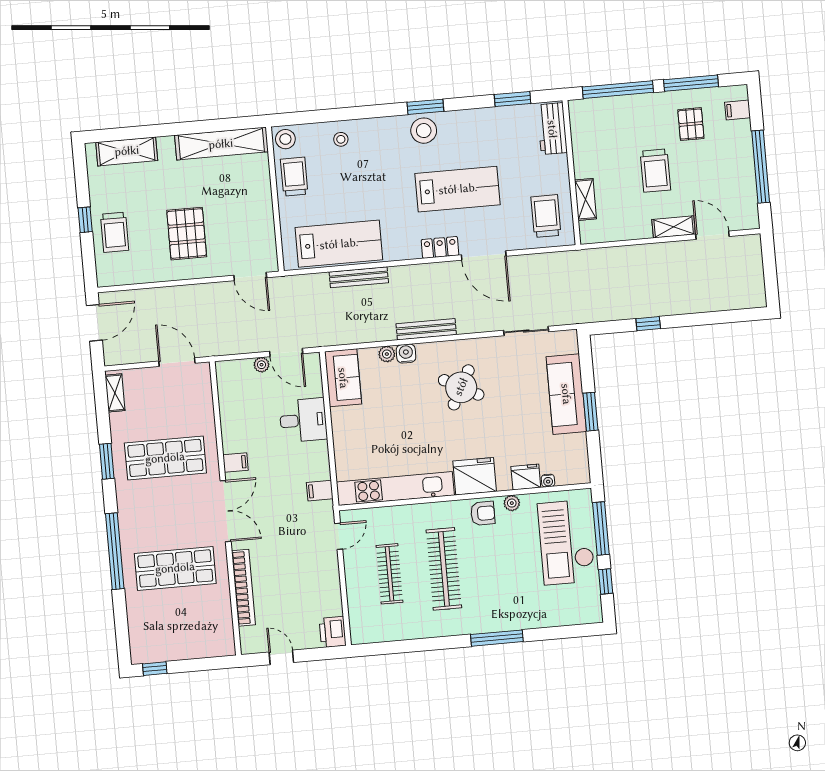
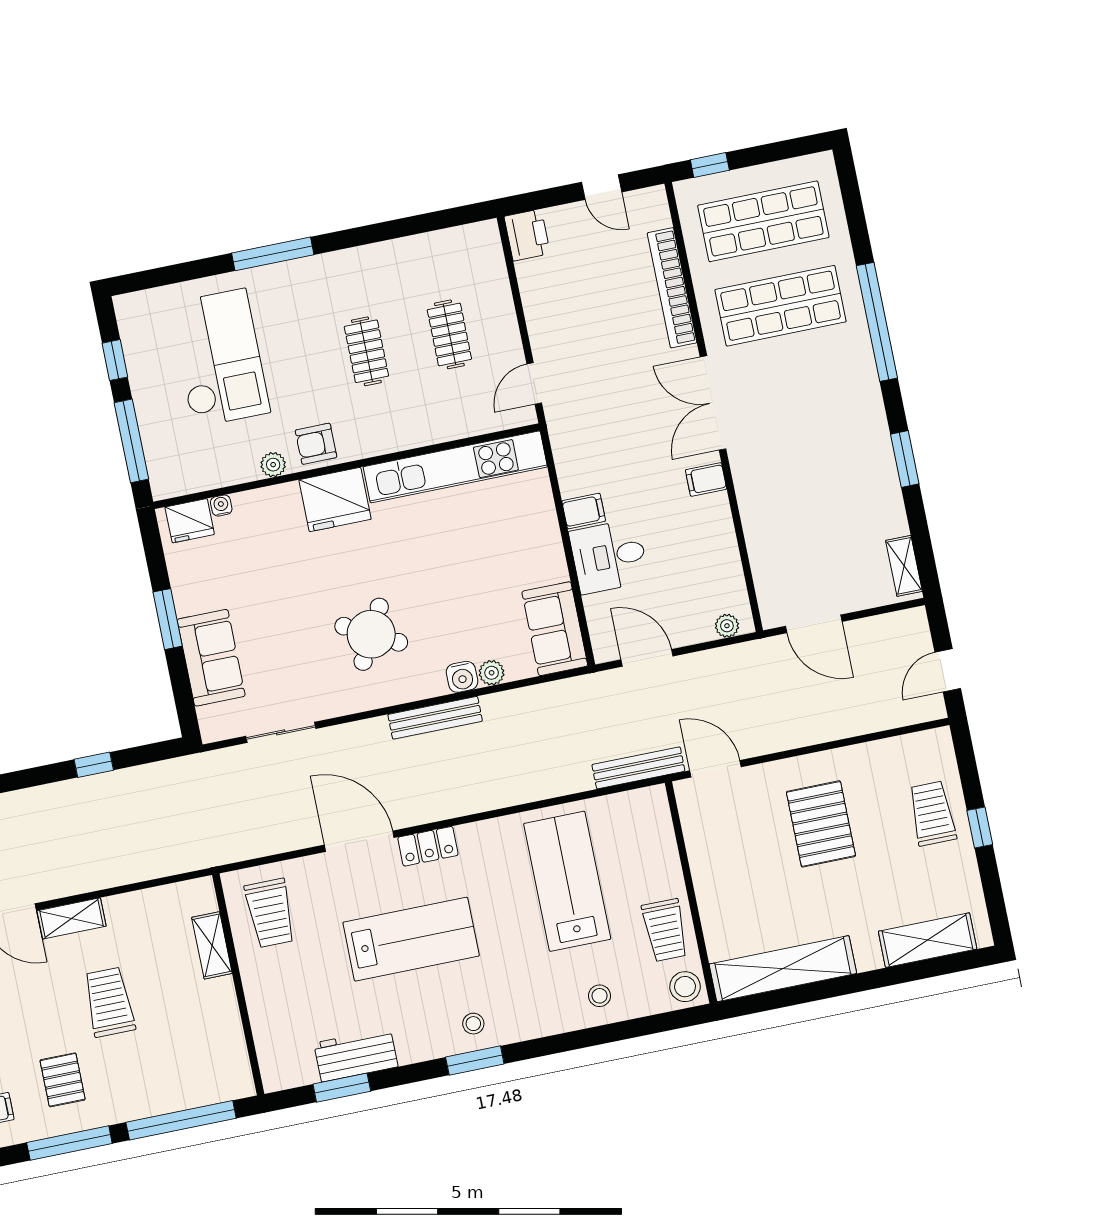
workbench: (552, 129) -> (356, 1055), moved, turned -90
stool: (424, 131) -> (473, 1024), width x0.53, depth x0.53
lab bench: (458, 189) -> (411, 939), turned 180
lab bench: (339, 244) -> (567, 881), moved, turned 90
bench: (359, 277) -> (638, 768), moved
door: (94, 323) -> (948, 670), width x0.73
plant: (261, 365) -> (727, 626), moved
sofa: (566, 394) -> (211, 658), width x0.73
shop shelf: (165, 458) -> (763, 221), moved
fridge: (526, 477) -> (190, 521), moved
filing cabinet: (320, 491) -> (584, 511), moved
checkout: (566, 542) -> (219, 358), moved
clothes rail: (444, 569) -> (366, 351), width x0.54, depth x0.76
clothes rail: (389, 574) -> (449, 334), width x0.73
window: (155, 669) -> (710, 165), moved

